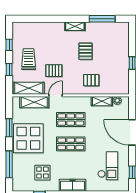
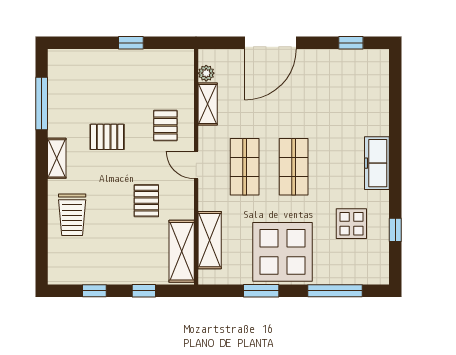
trolley: (29, 59) -> (72, 215), moved, turned -90
door: (56, 95) -> (196, 165), moved
checkout: (108, 166) -> (338, 92), removed

